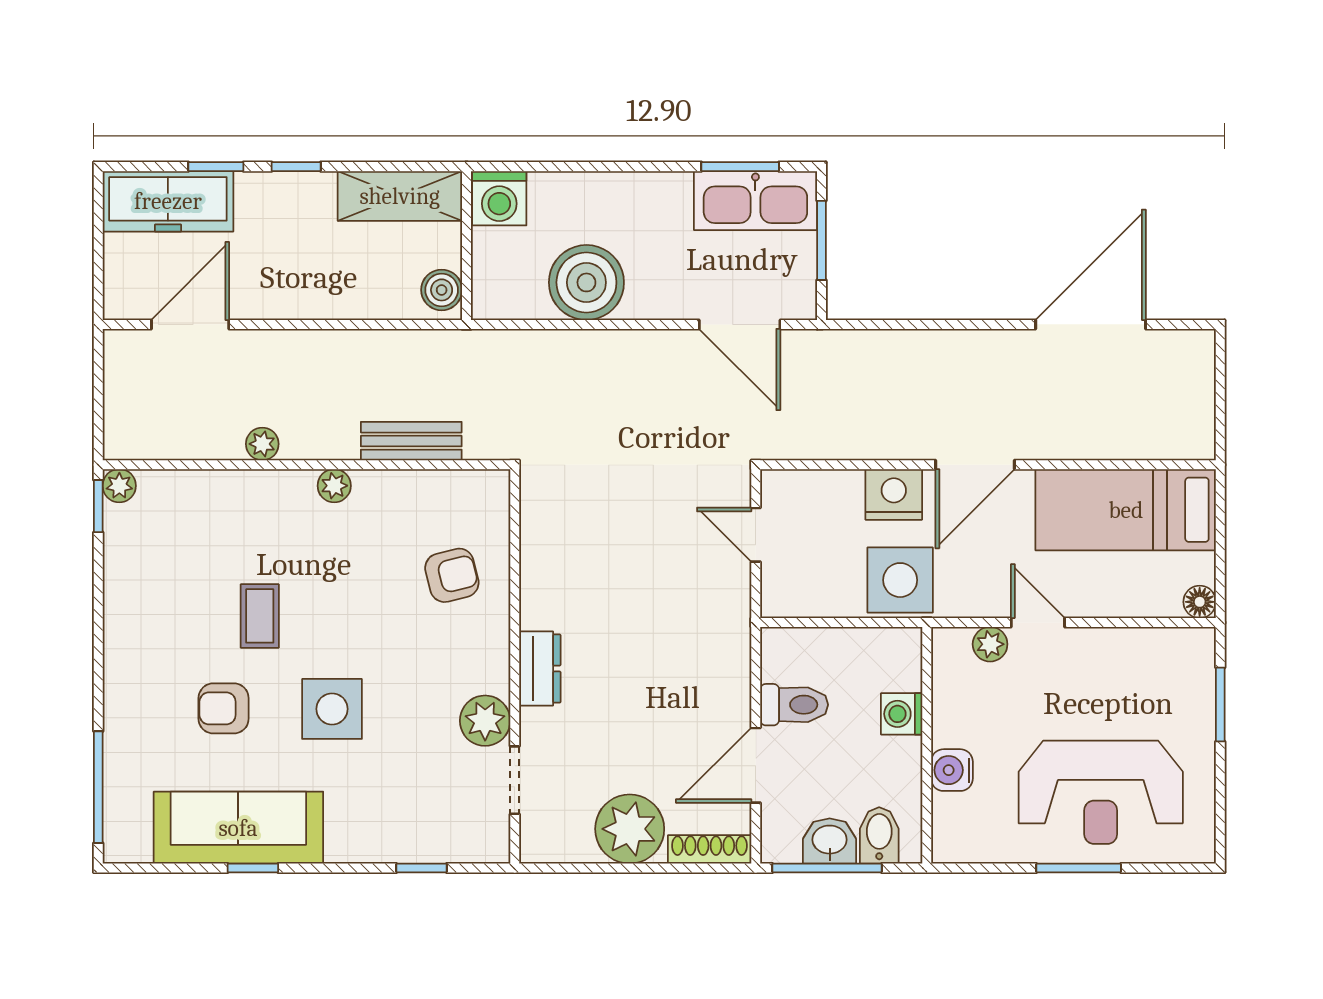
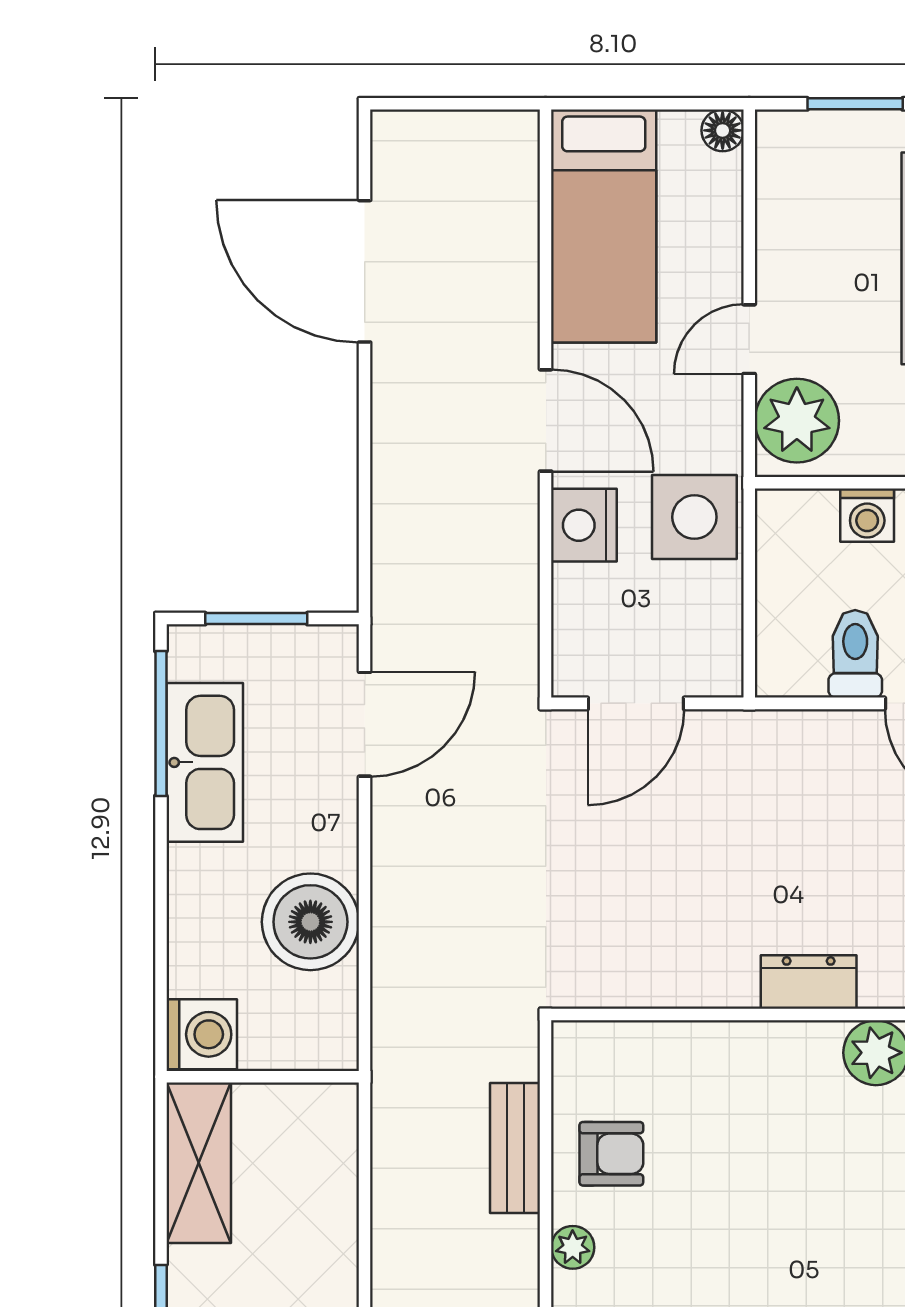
window: (740, 167) -> (161, 723), width x1.44
kitchen sink: (755, 201) -> (205, 762), moved
boiler: (442, 290) -> (320, 1109), removed
door: (756, 535) -> (636, 703), width x1.38
armchair: (452, 575) -> (611, 1154), moved, turned 104
plant: (990, 644) -> (797, 421), width x1.88, depth x1.88
side table: (332, 709) -> (861, 1250), removed

